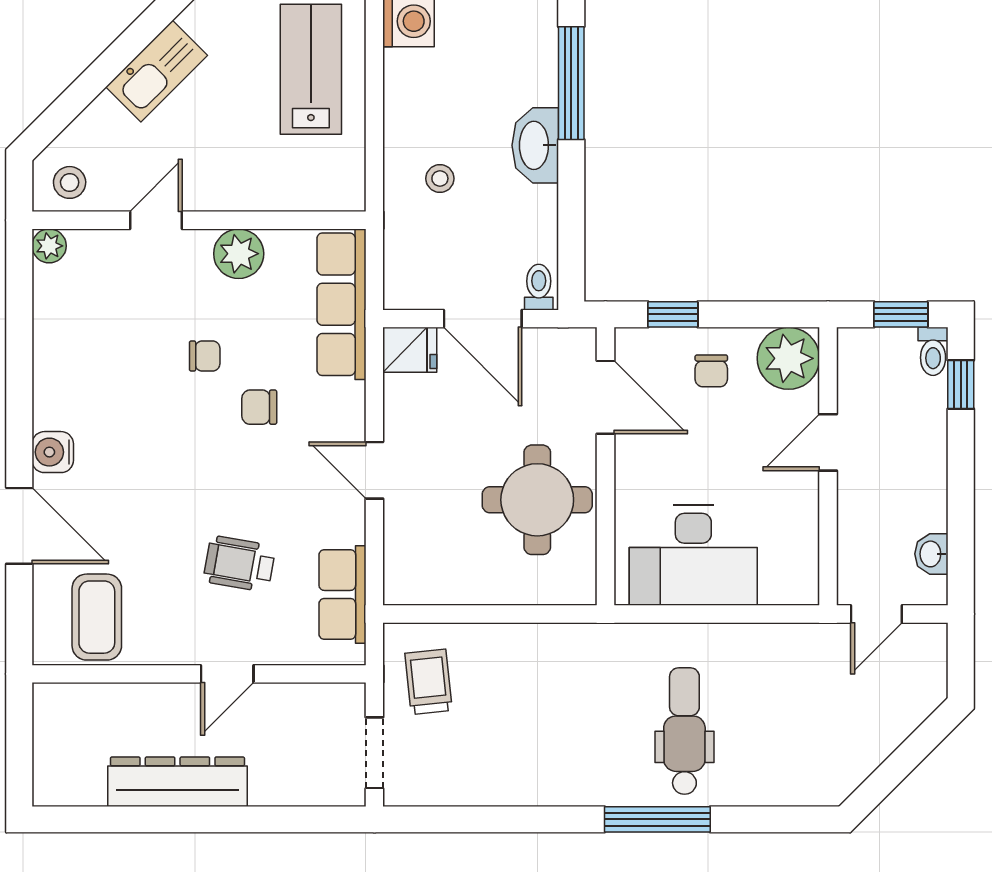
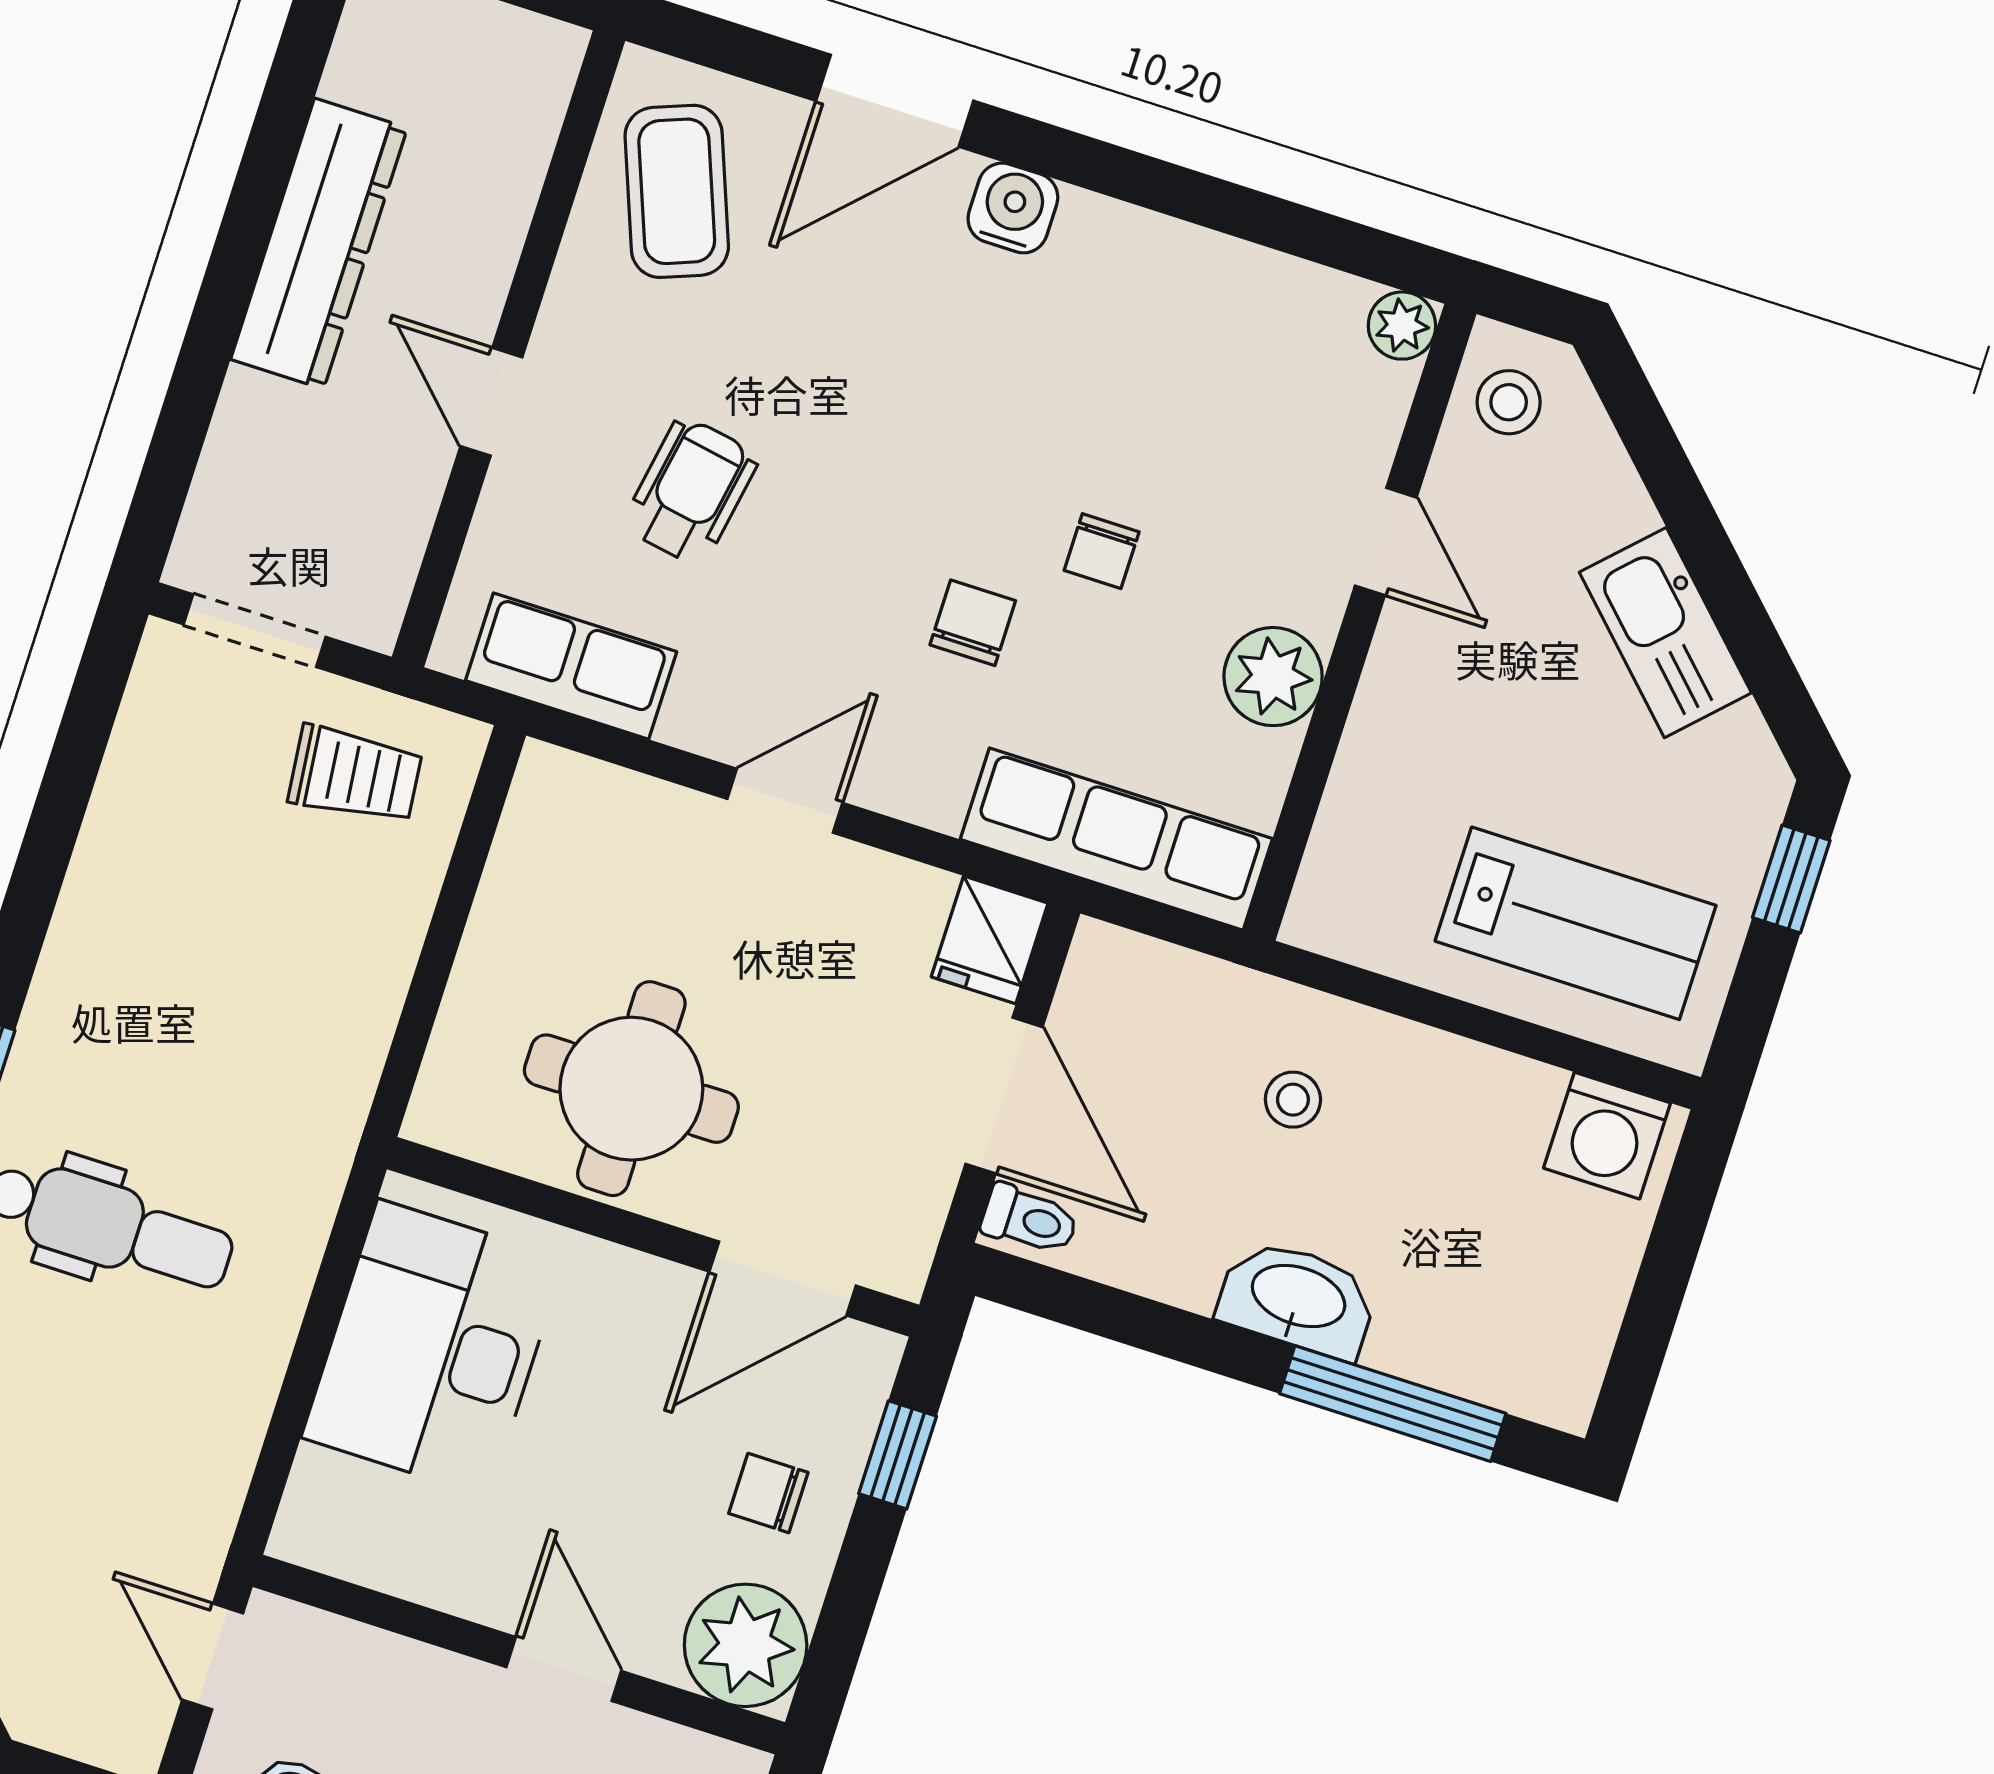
door: (483, 319) -> (1004, 1096), swing flipped
coffee table: (97, 617) -> (677, 191), turned 69

